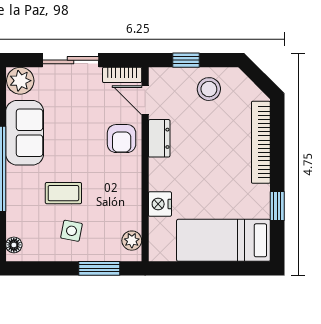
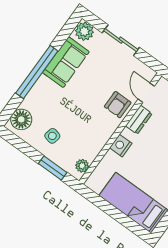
bookcase: (122, 75) -> (144, 69), removed
coffee table: (63, 193) -> (63, 112), removed
nightstand: (160, 204) -> (121, 146), moved
floor lamp: (14, 245) -> (21, 119), width x1.89, depth x1.89

